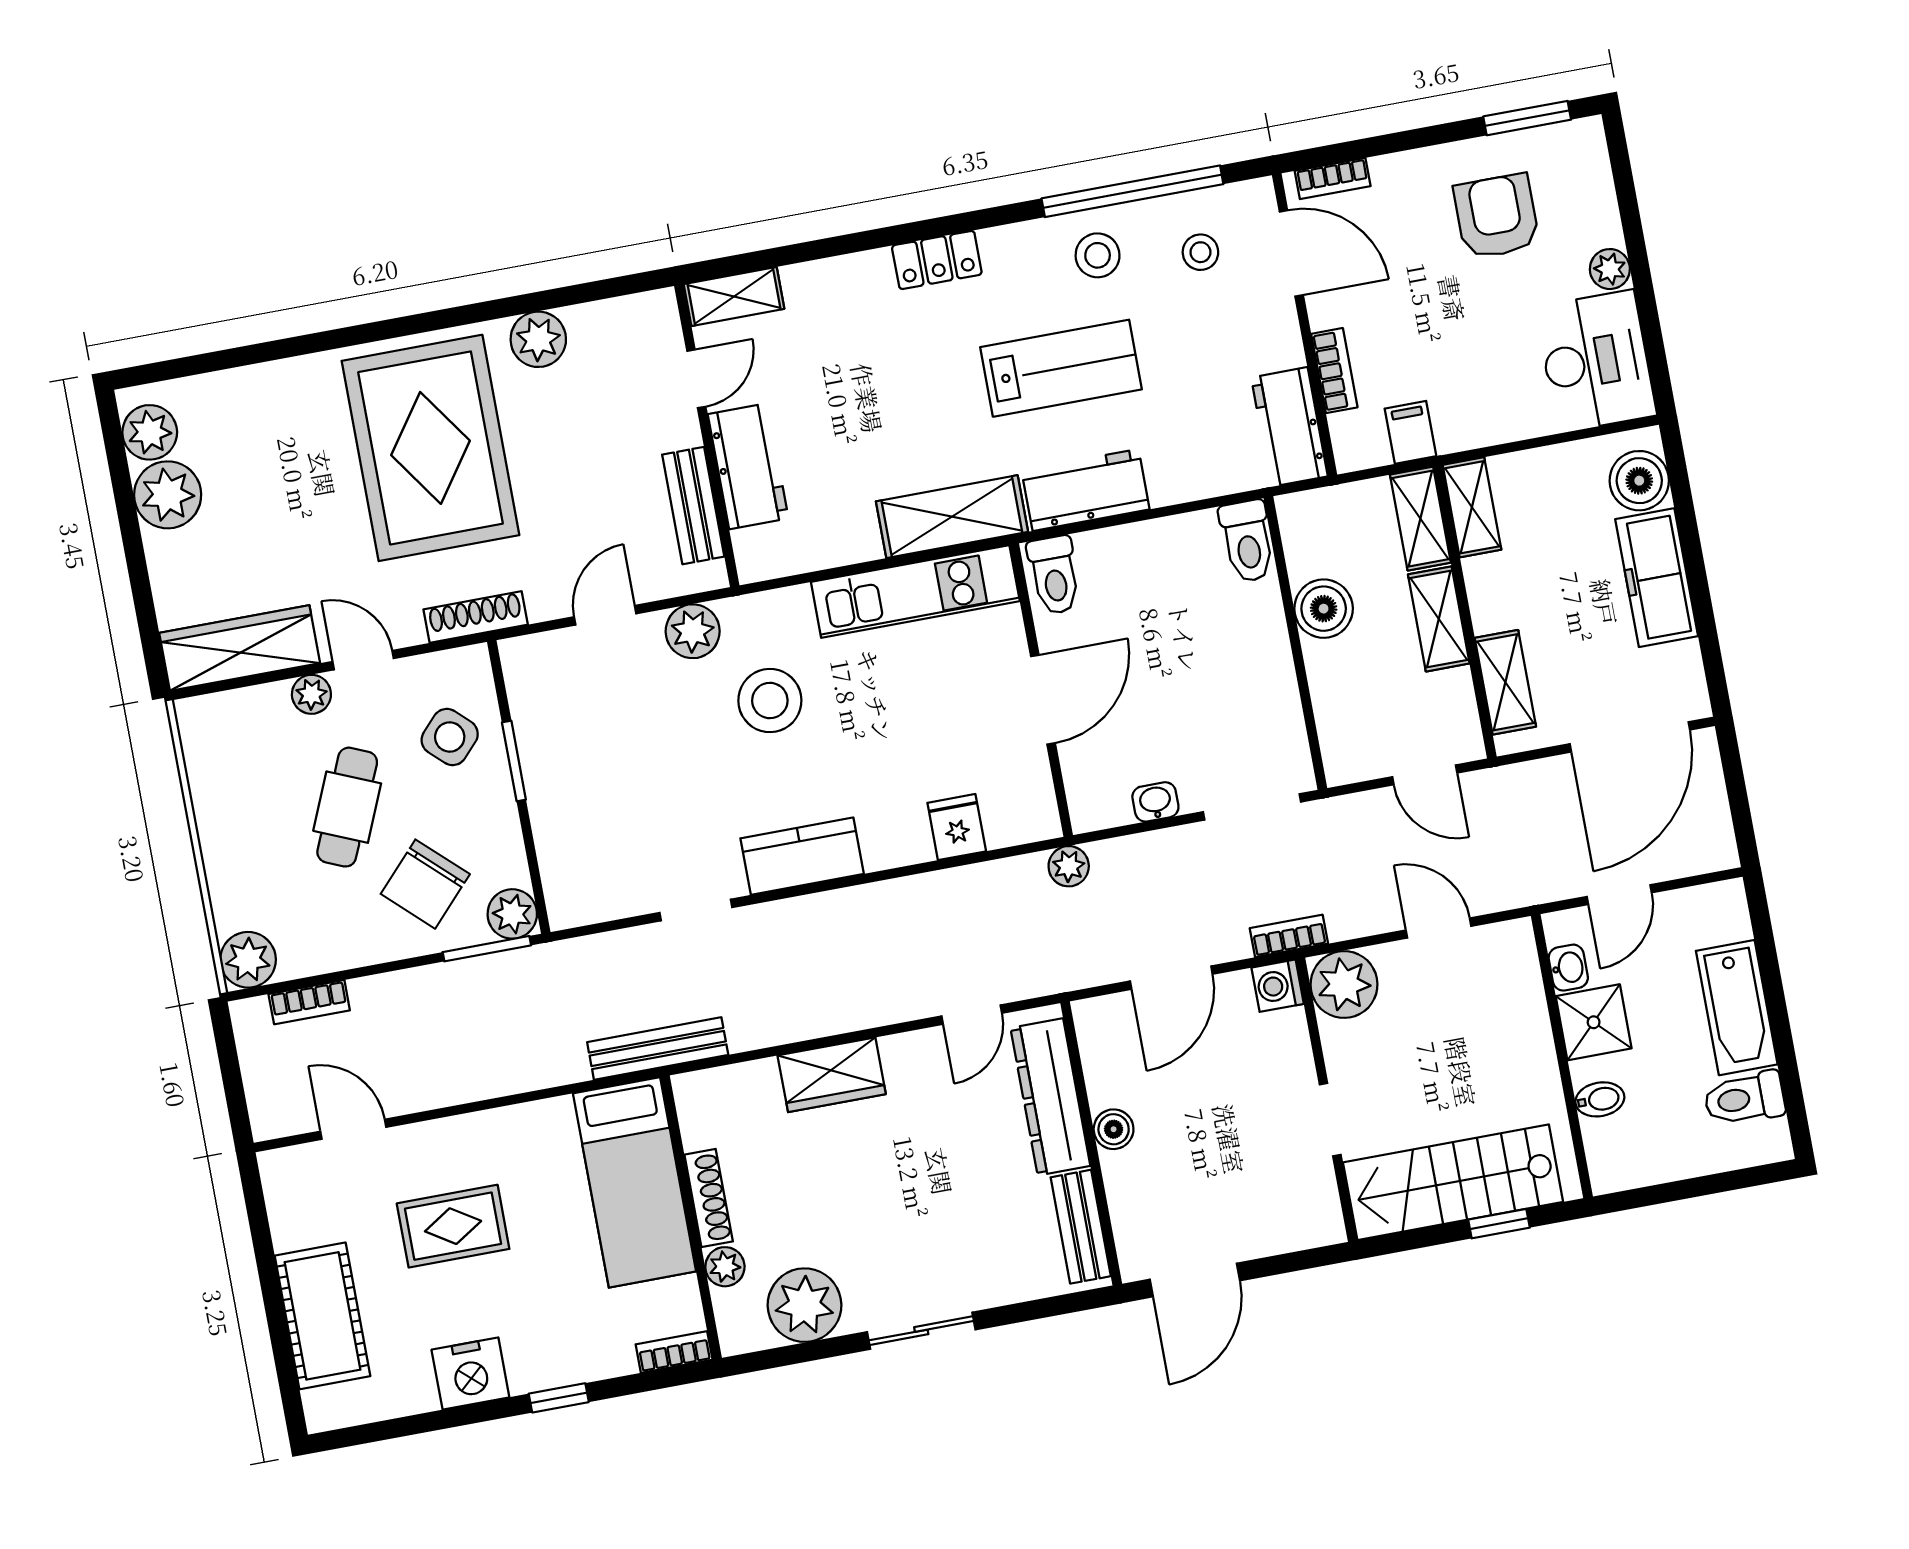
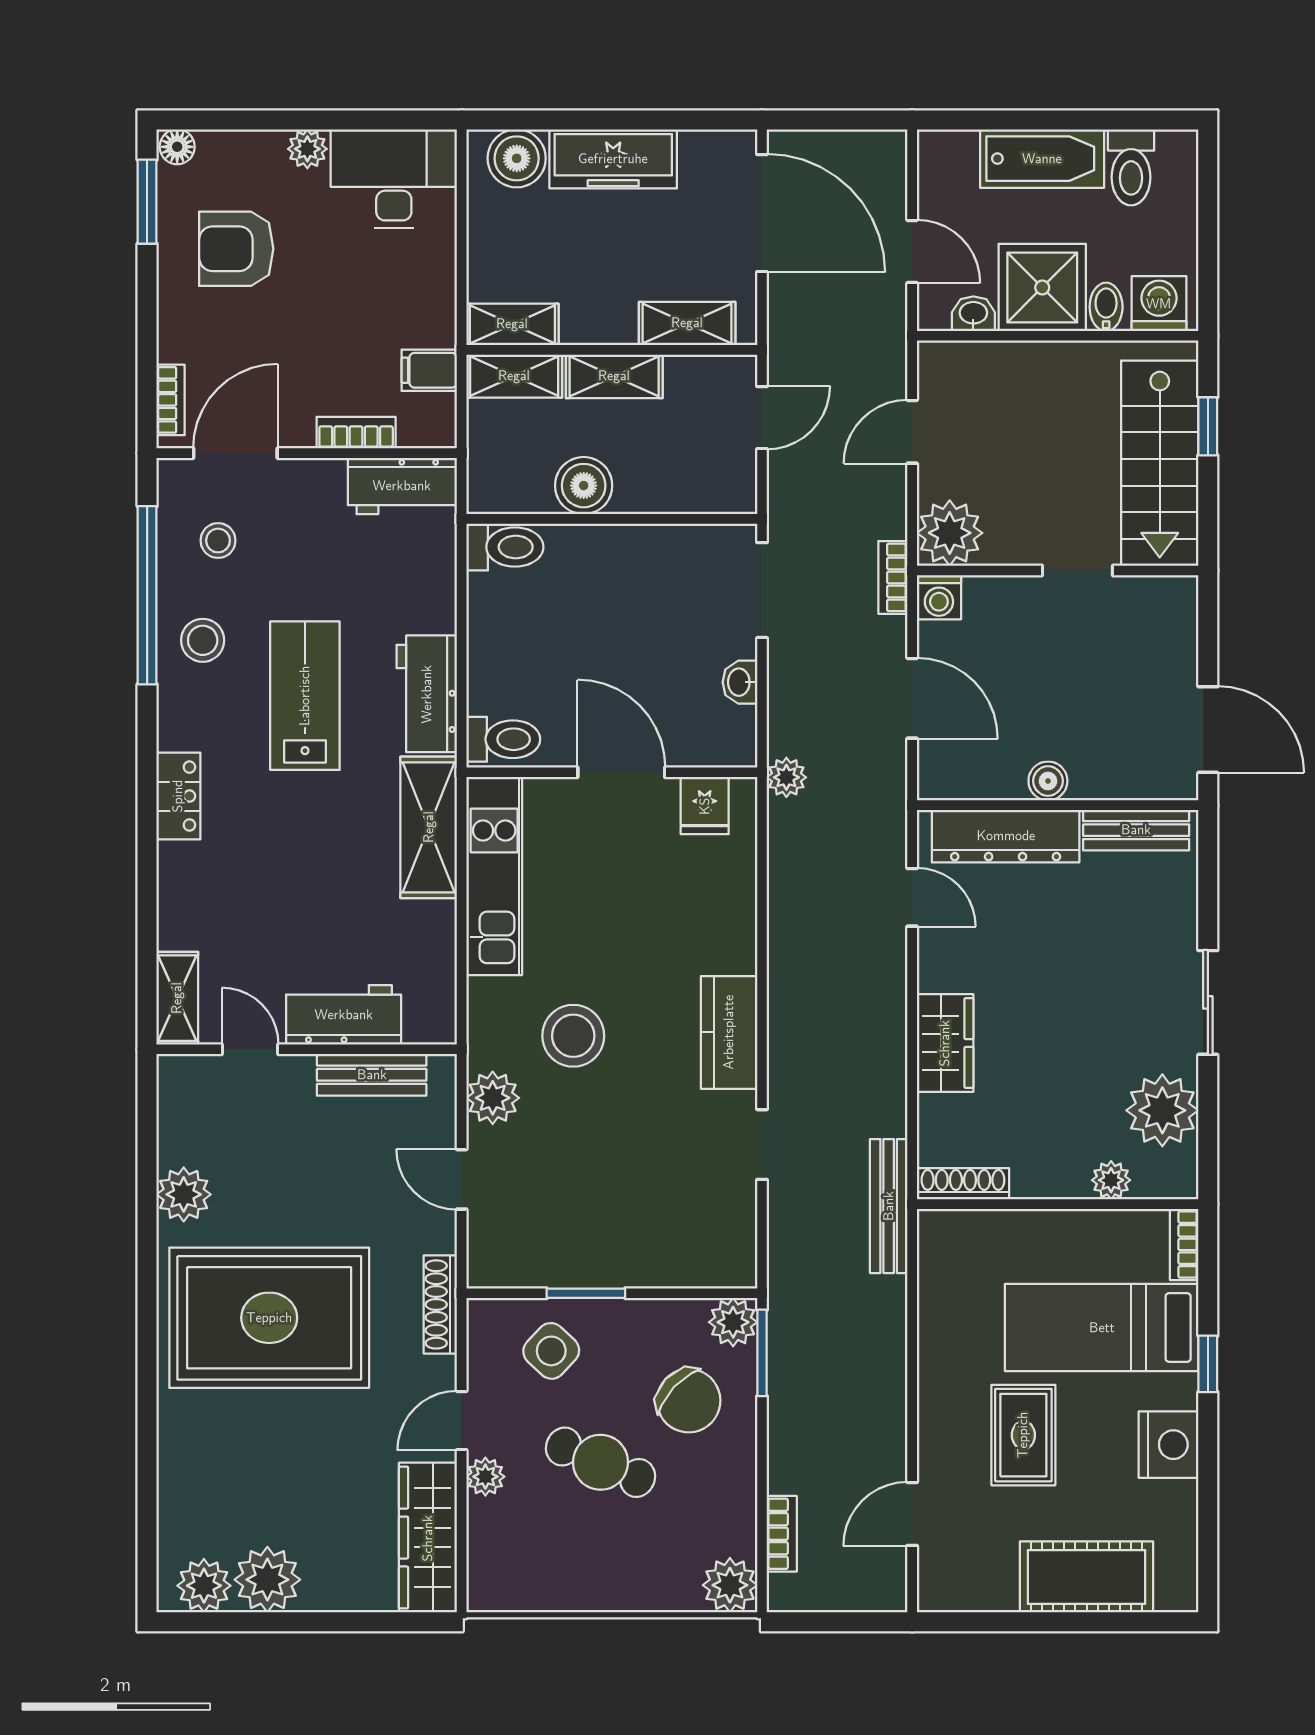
floor lamp: (1588, 138) -> (177, 147), added
fridge: (957, 827) -> (705, 806), moved, turned -90
shower: (1594, 1022) -> (1042, 287), width x1.36, depth x1.36
washing machine: (1613, 1152) -> (1159, 304), added
bed: (634, 1182) -> (1102, 1328), moved, turned 180
shoe rack: (709, 1198) -> (963, 1184), moved

